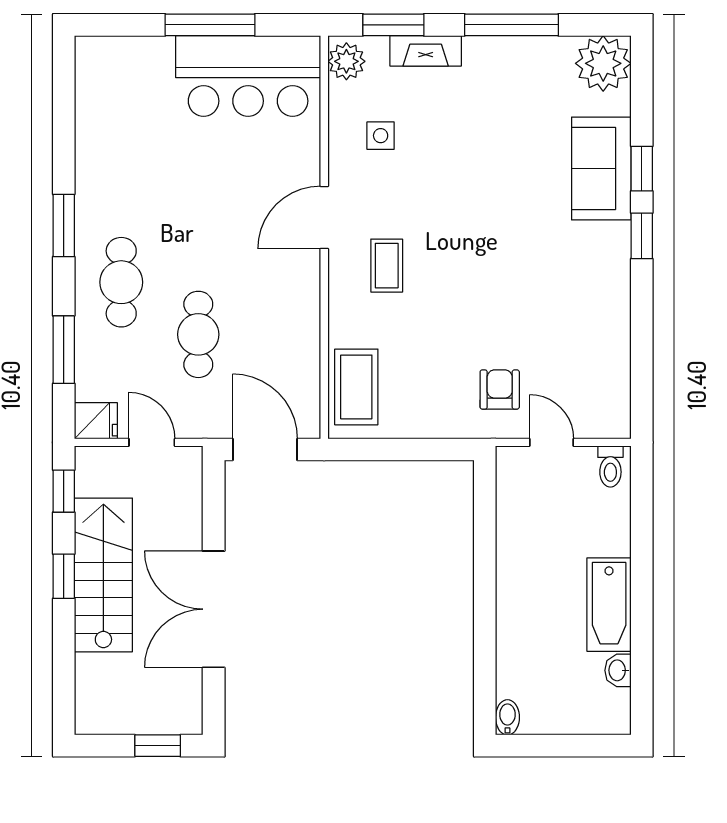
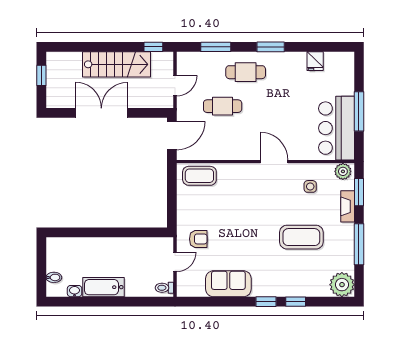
sofa: (601, 168) -> (228, 284), moved
coffee table: (387, 266) -> (301, 237), moved, width x1.86, depth x1.72
fridge: (96, 421) -> (315, 61), moved
window: (64, 576) -> (116, 47), removed
bidet: (507, 717) -> (54, 277), moved
window: (158, 746) -> (41, 75), moved

